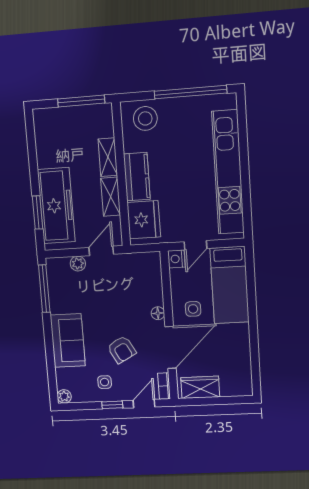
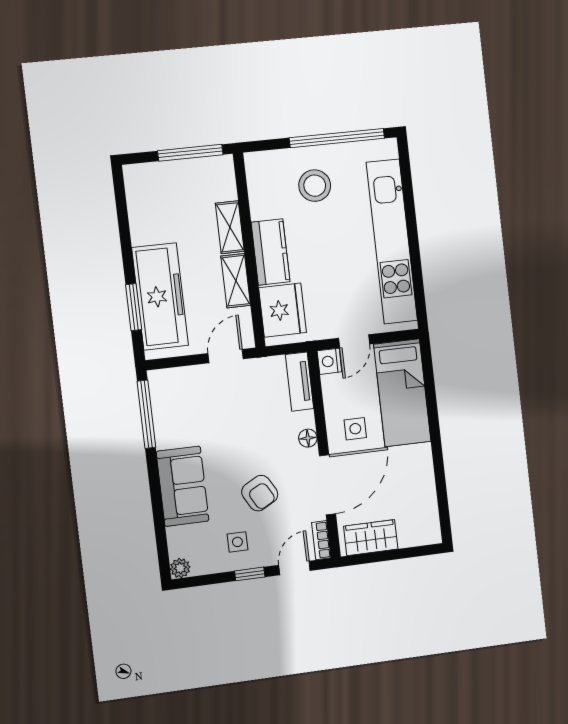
stool: (145, 118) -> (315, 186), moved
plant: (78, 264) -> (193, 376), removed
tv unit: (154, 272) -> (300, 382), added

